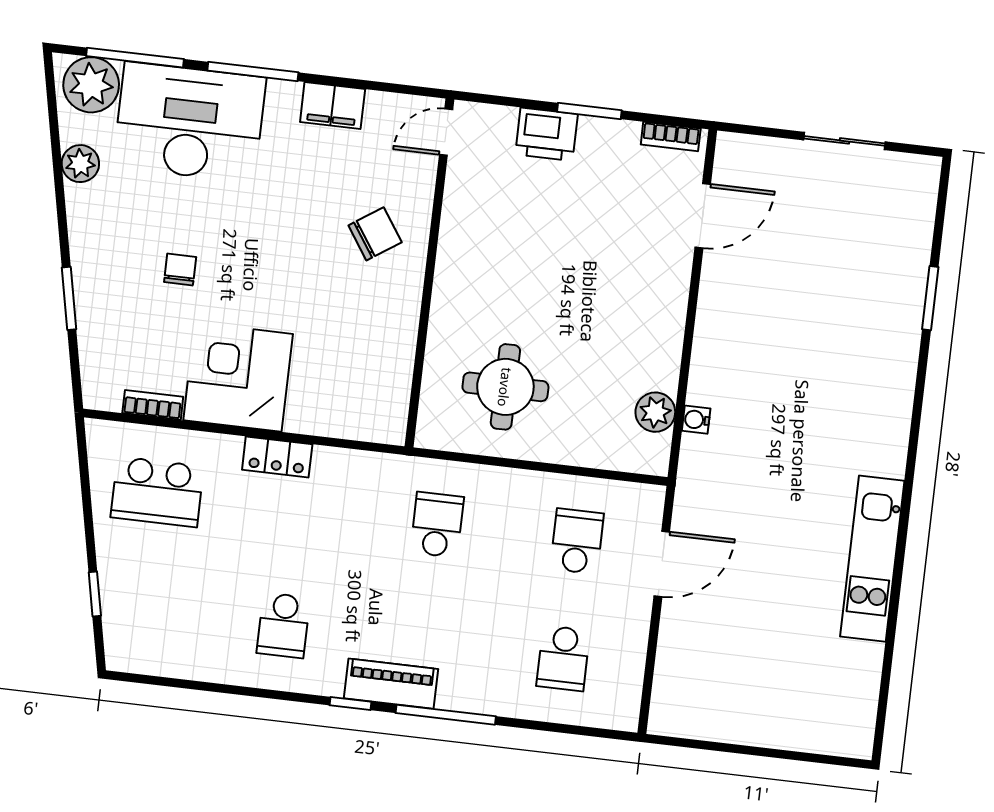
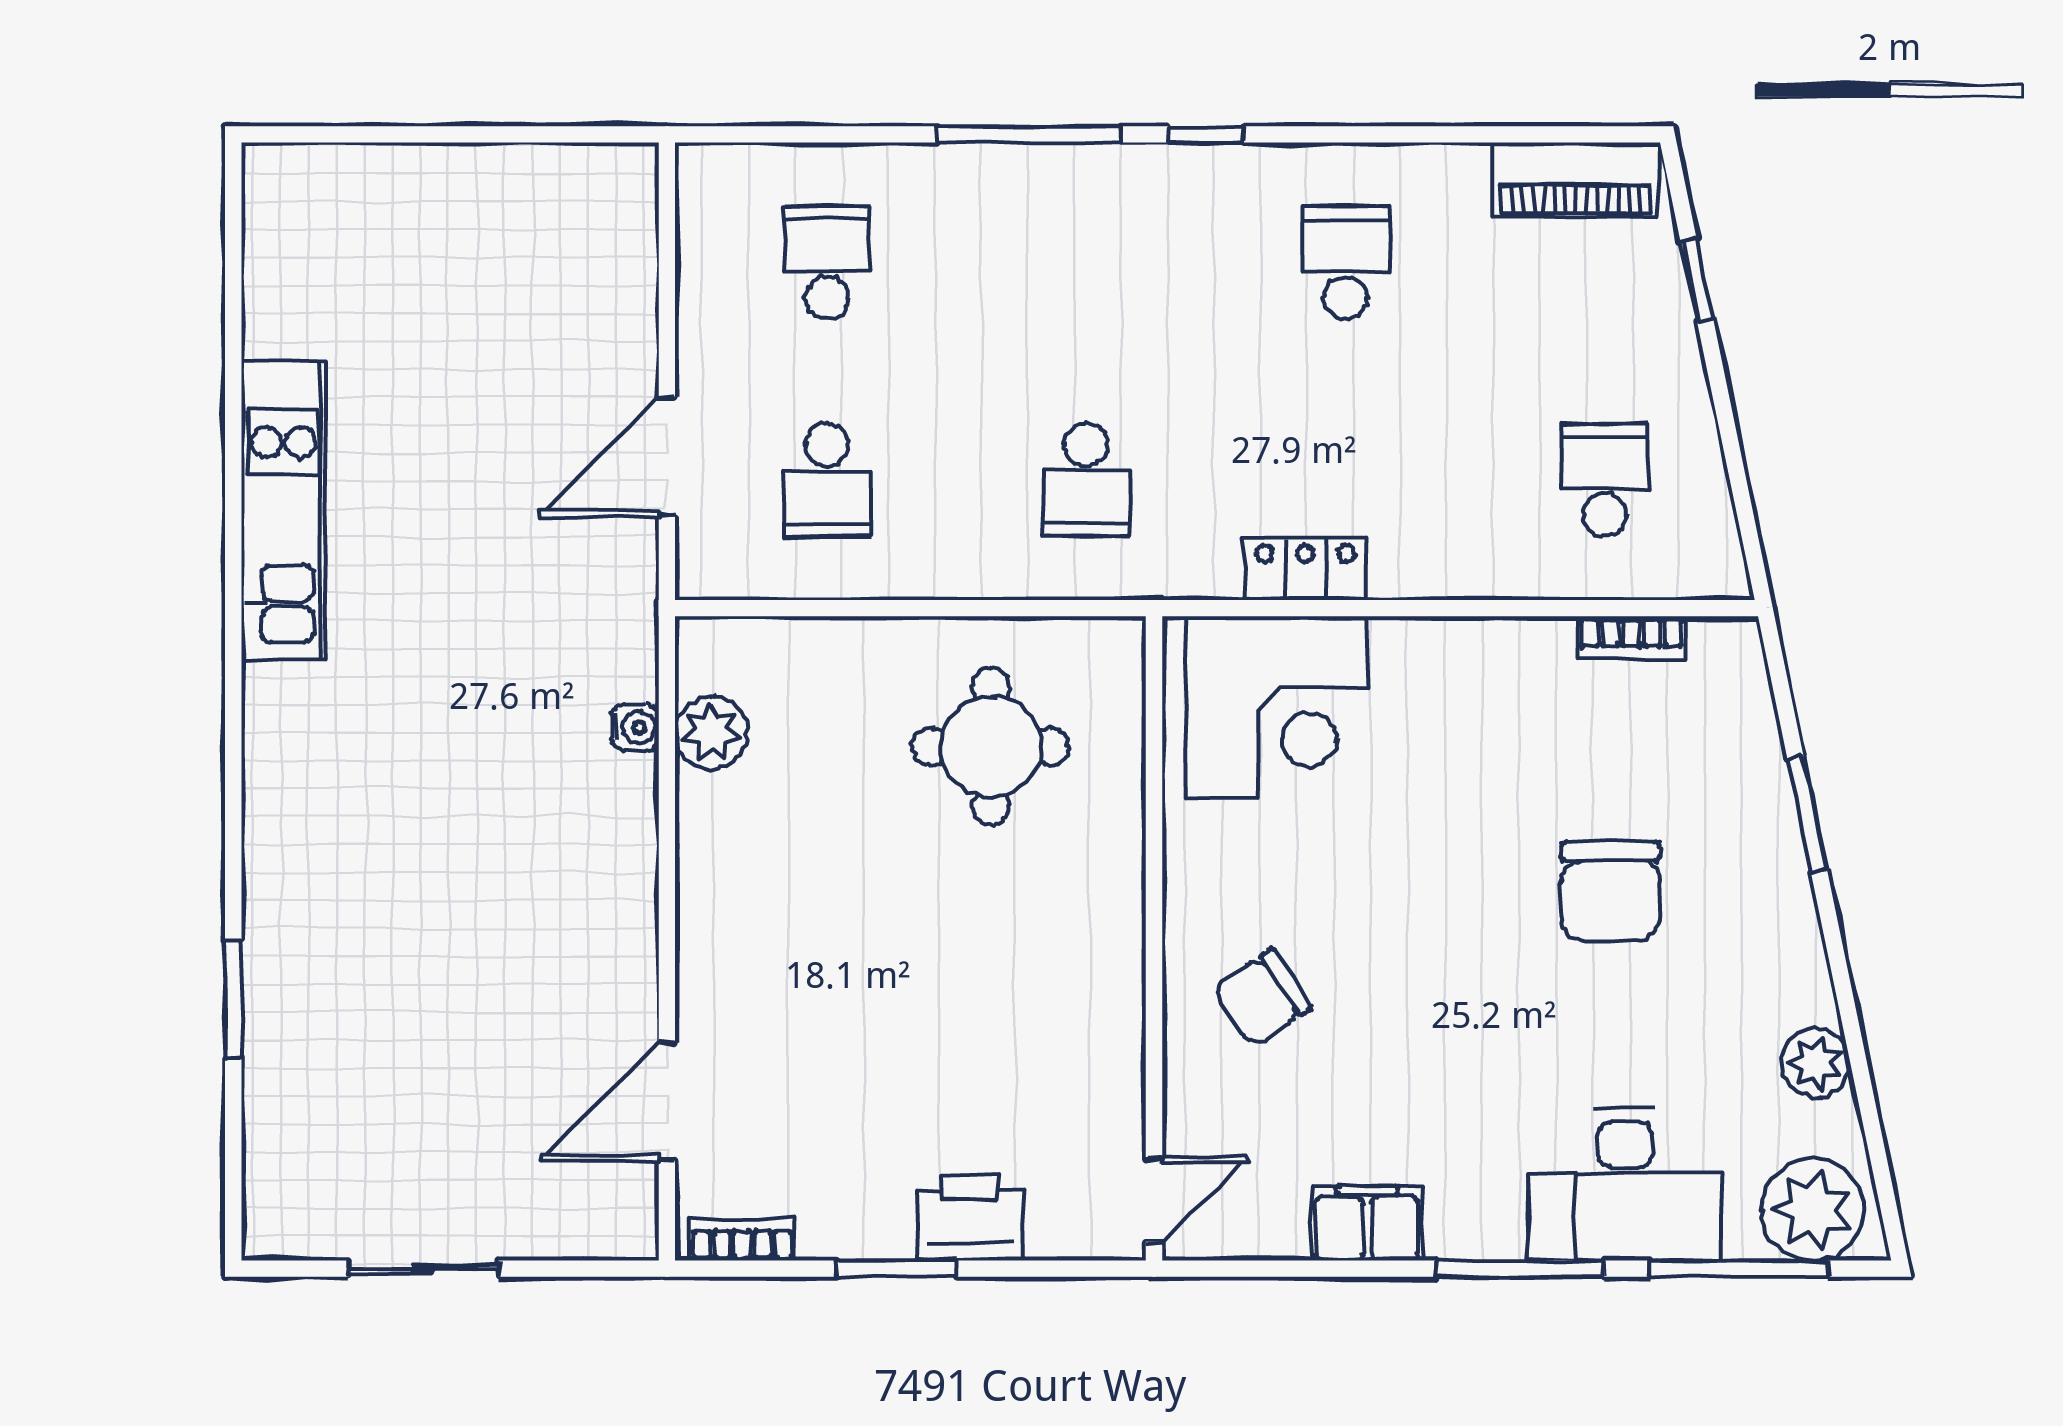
desk: (189, 122) -> (1625, 1185), width x0.73, depth x0.77
chair: (180, 270) -> (1611, 891), width x1.87, depth x1.87
corner desk: (238, 377) -> (1276, 707), moved
locker: (277, 457) -> (1305, 569), moved
school desk: (157, 492) -> (1605, 480), width x0.54
piano: (391, 684) -> (1576, 180), moved

